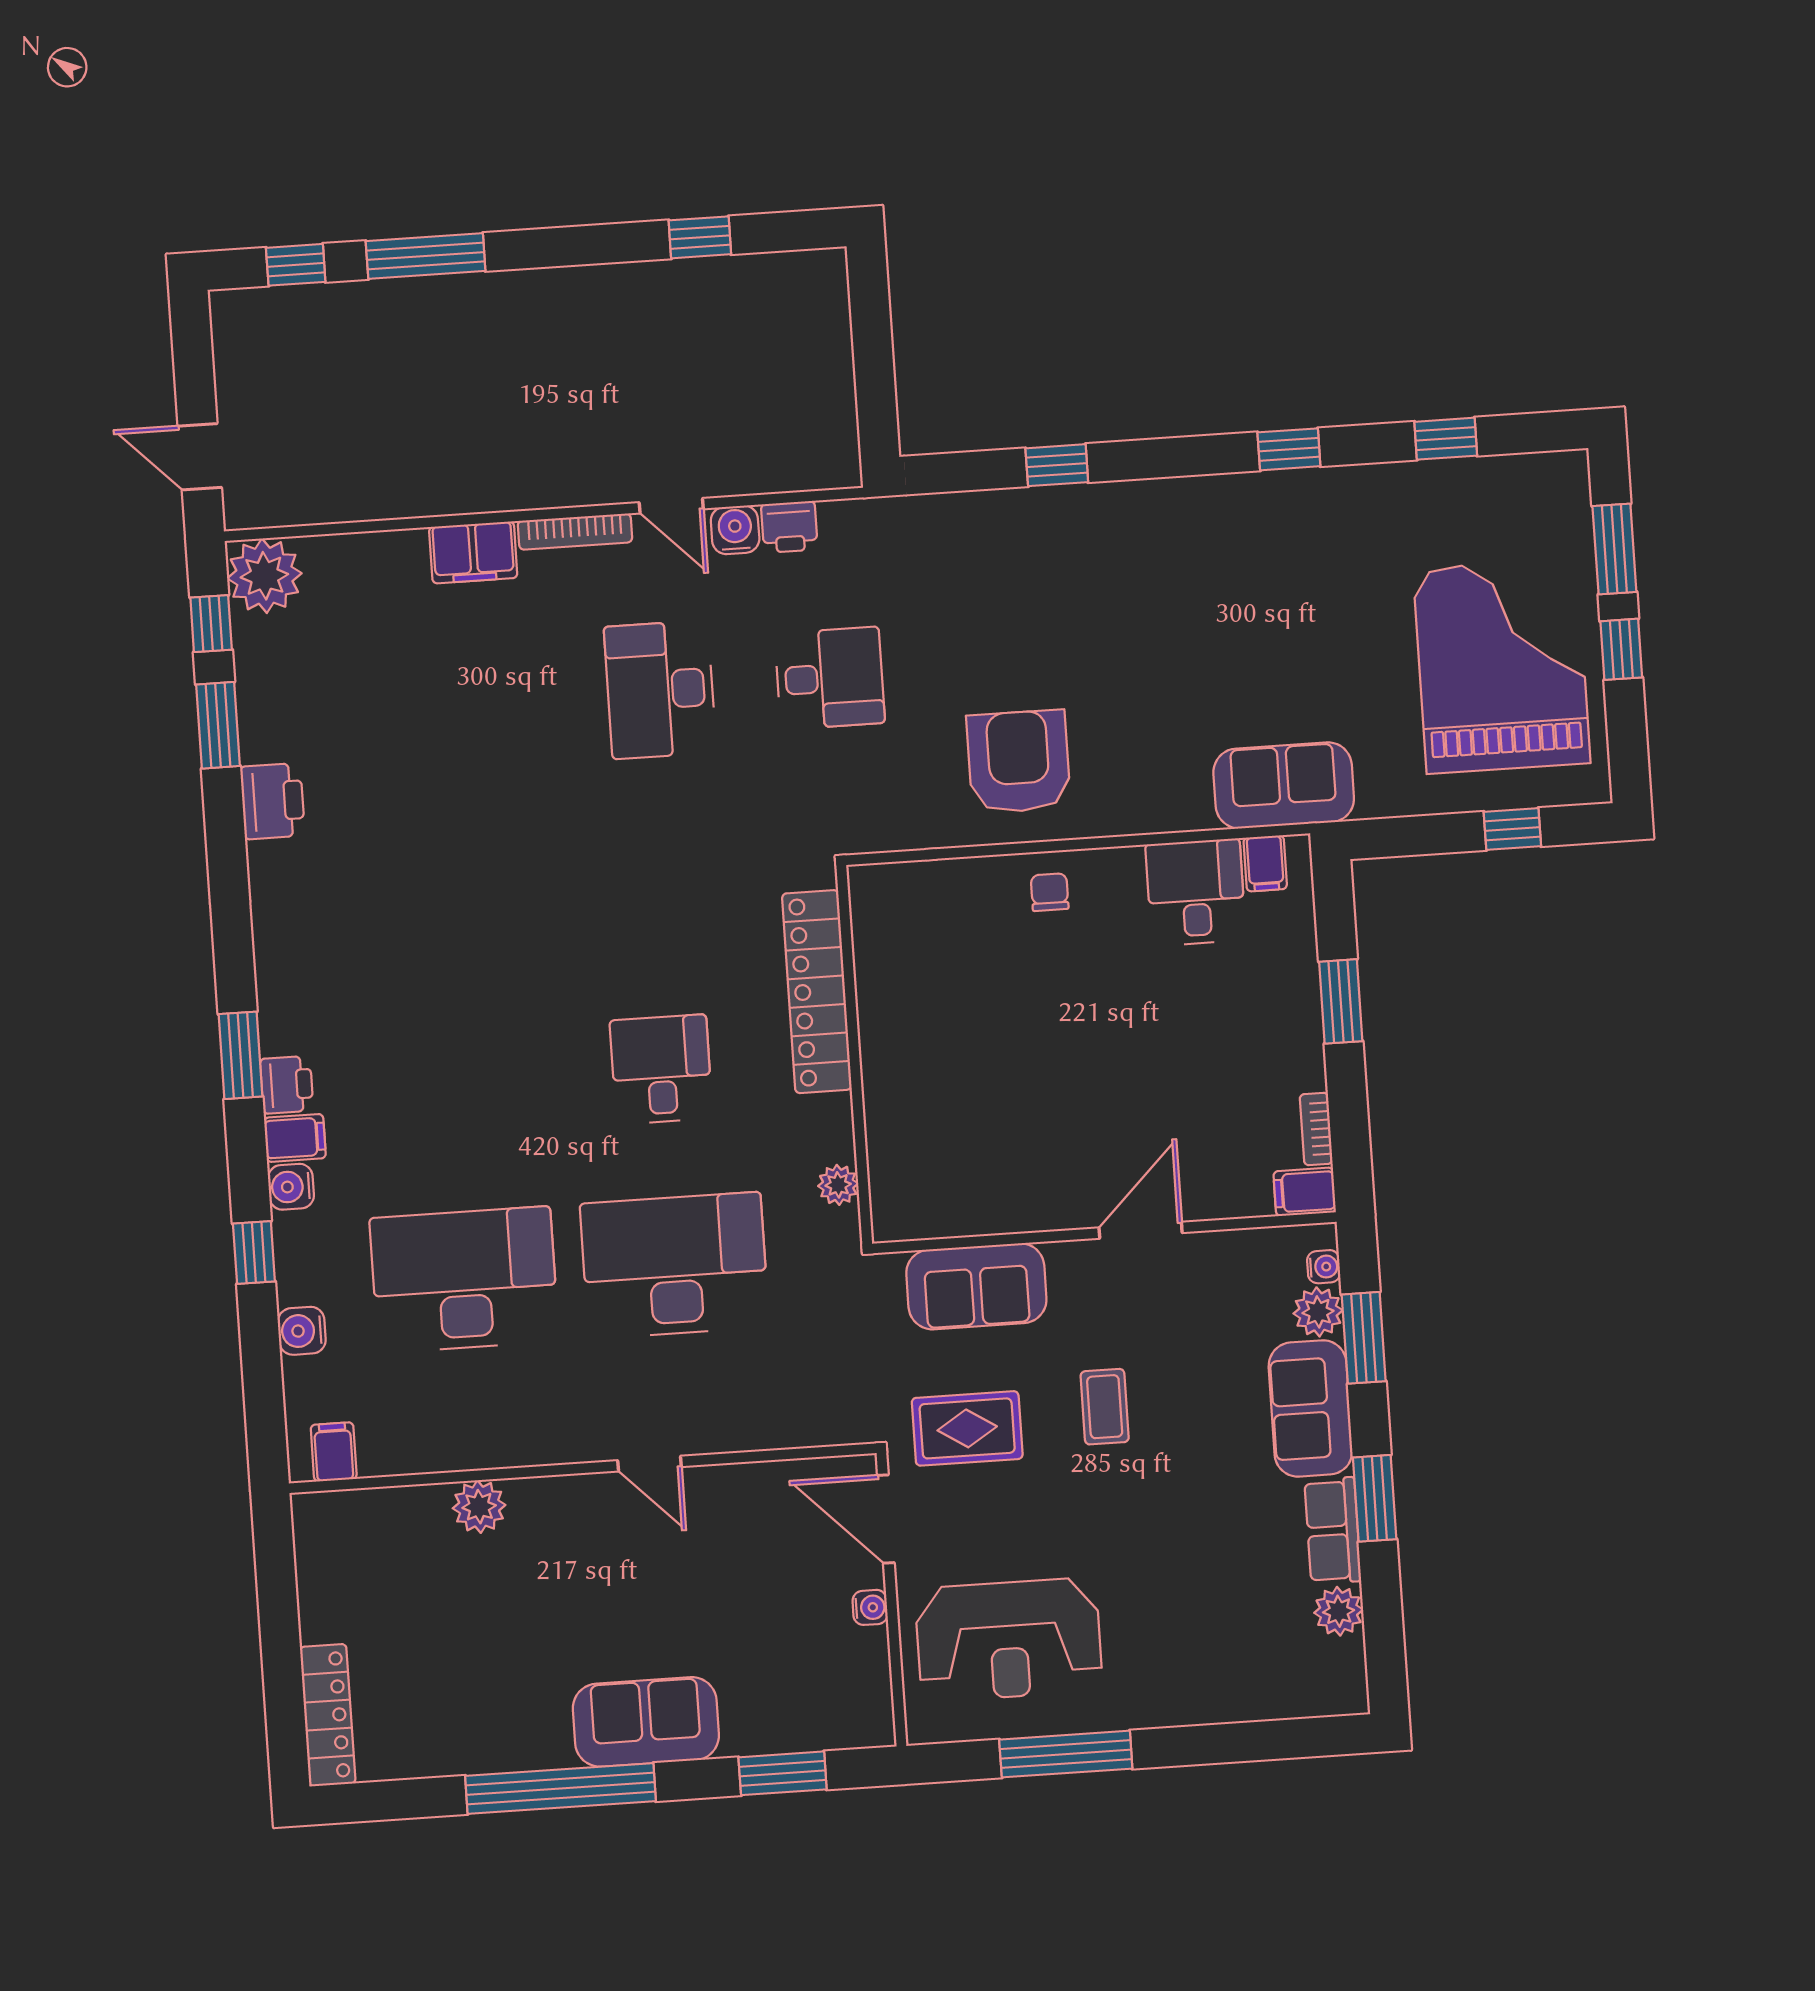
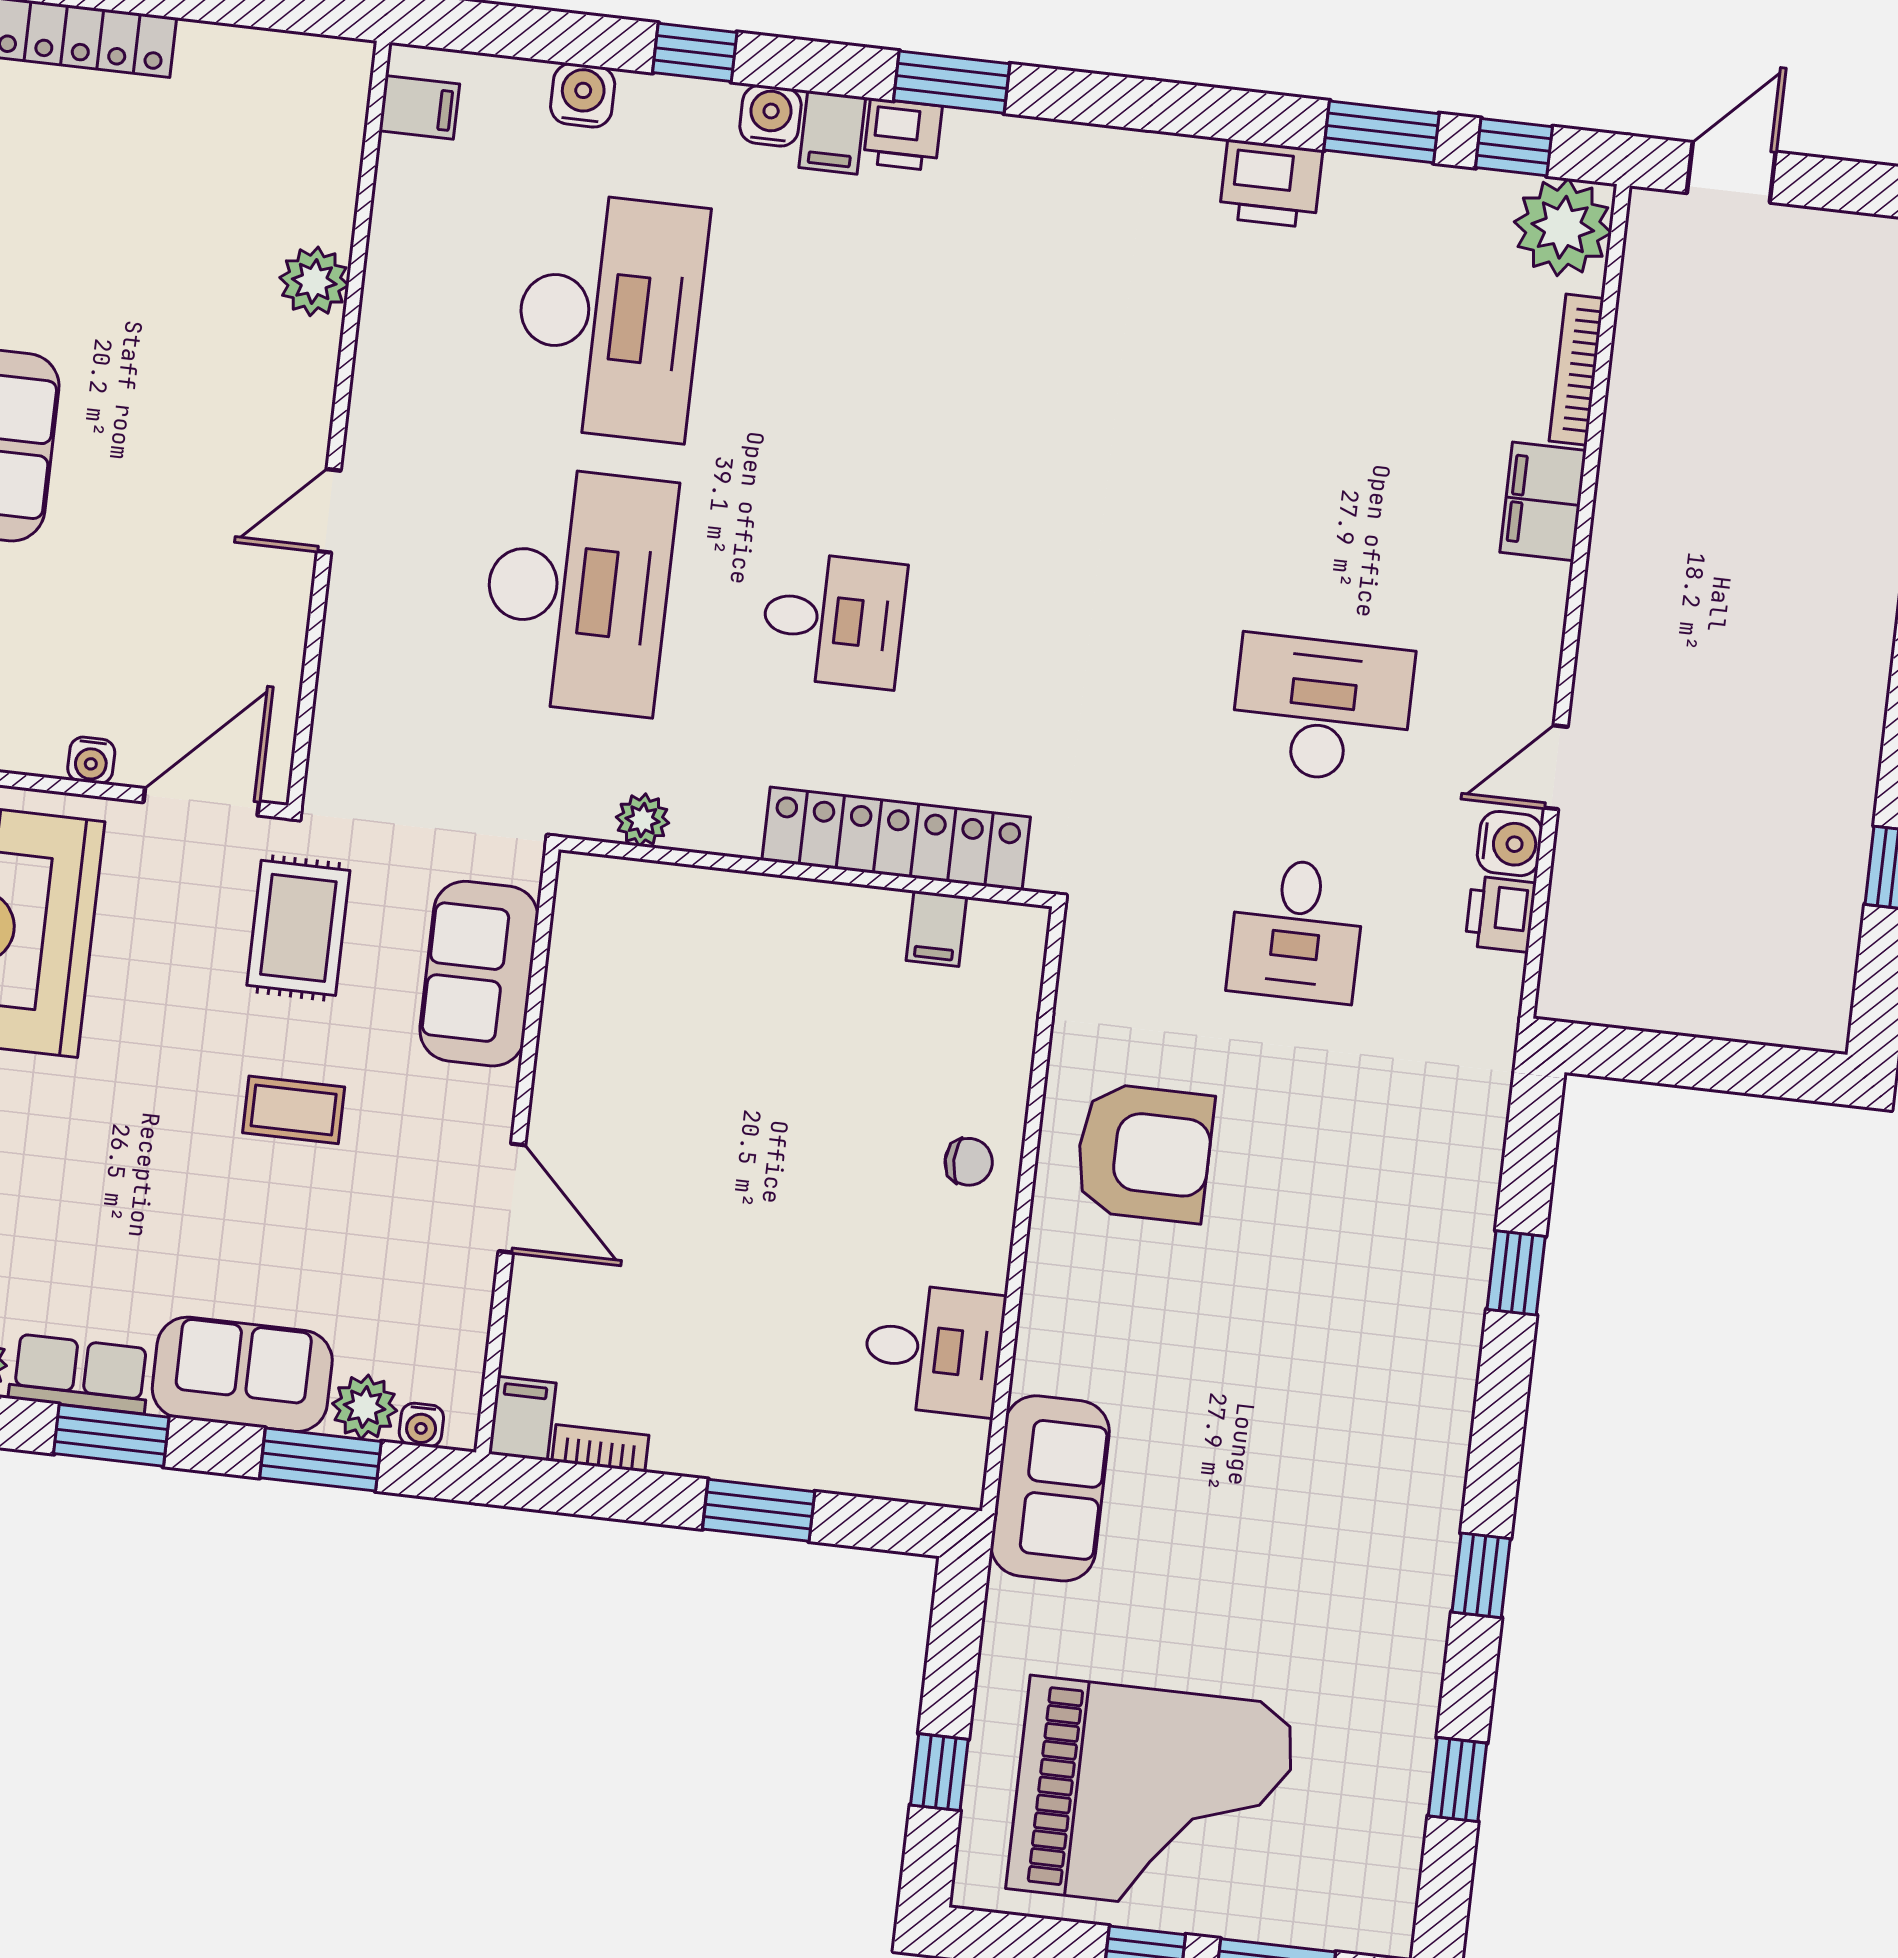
bookcase: (575, 532) -> (1577, 370), moved
filing cabinet: (1265, 863) -> (936, 929), moved, turned -90

